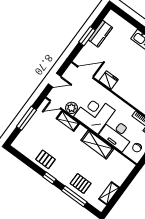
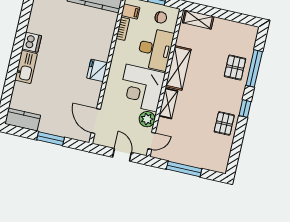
kitchen counter: (100, 34) -> (23, 119), moved
fridge: (109, 80) -> (97, 70), moved
door: (55, 104) -> (152, 141), hinge flipped
shelving: (68, 121) -> (168, 103), moved
shelving: (109, 193) -> (198, 20), moved

